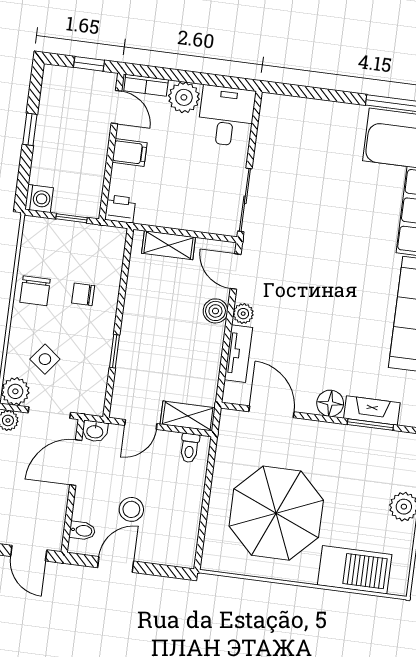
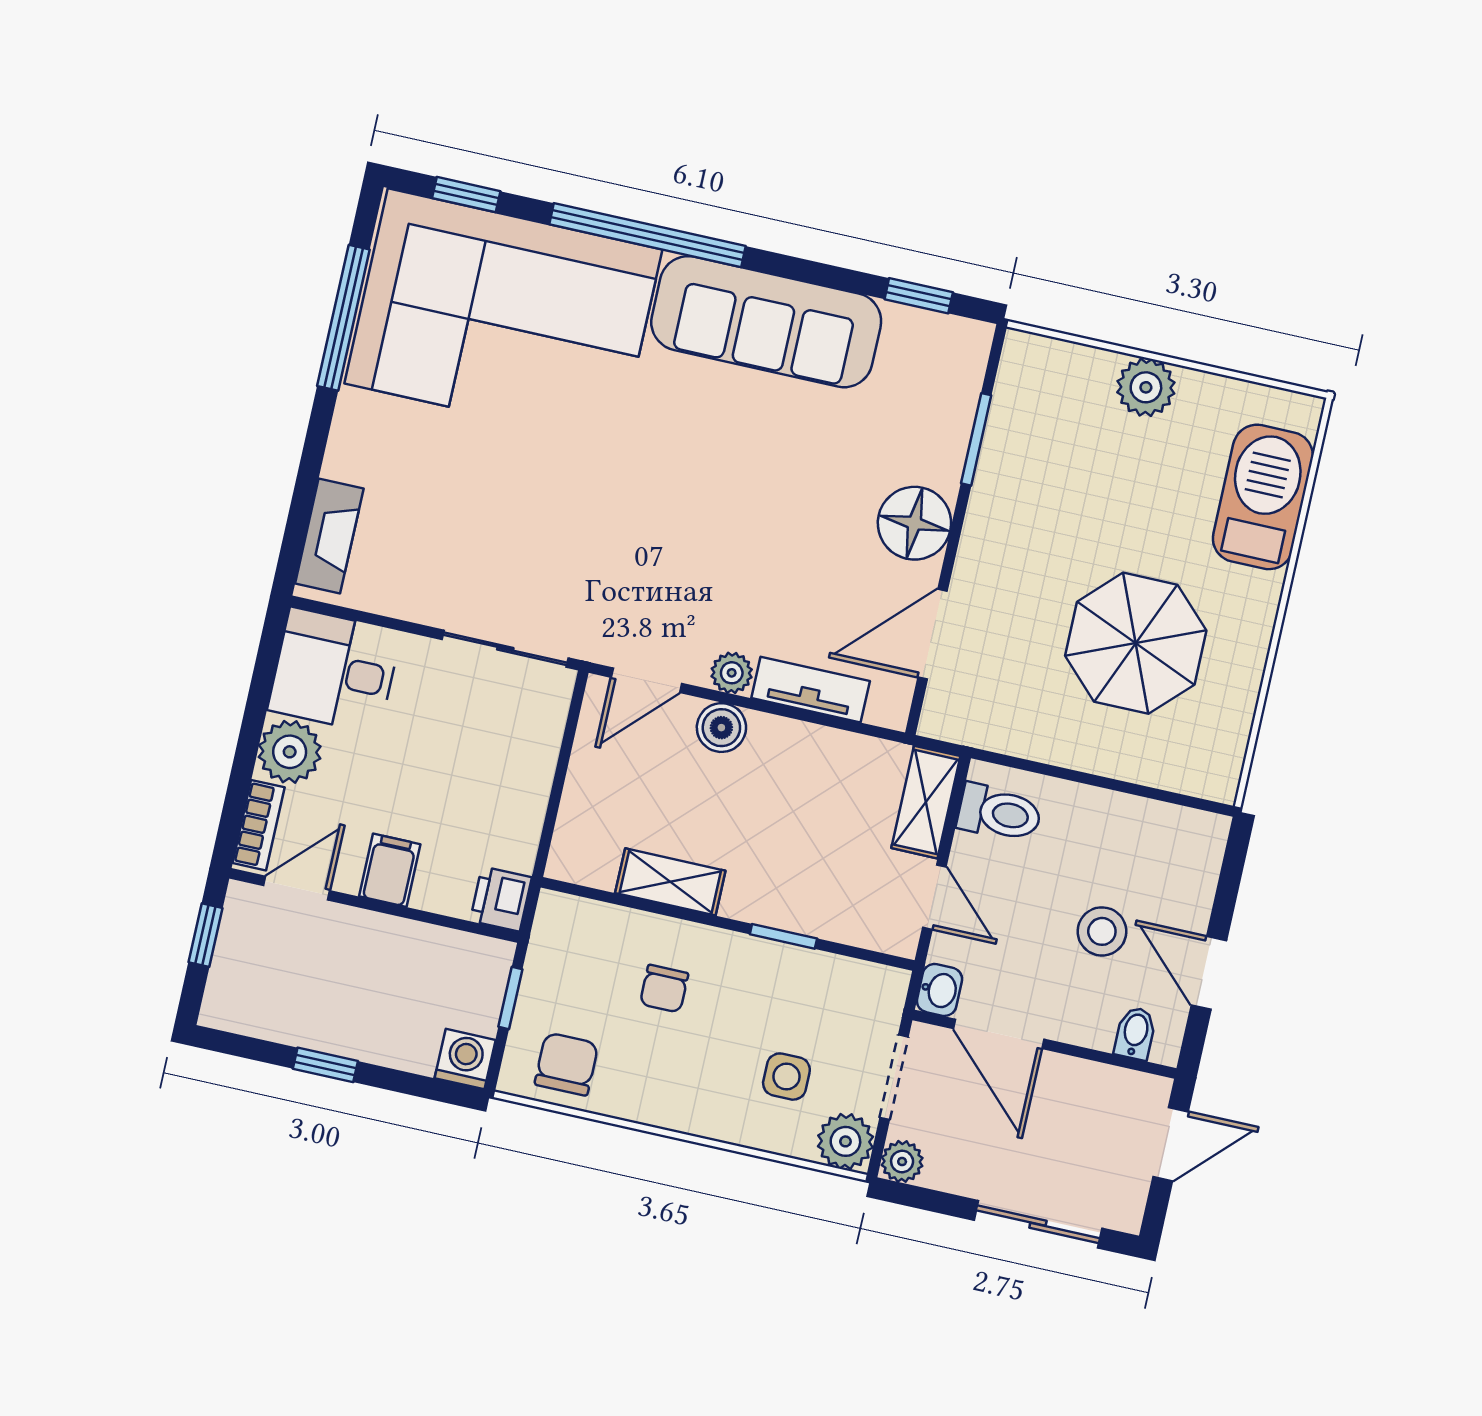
shelving: (169, 245) -> (670, 882), moved, turned 90
chair: (35, 291) -> (566, 1064), moved, turned -90
side table: (45, 359) -> (786, 1077), turned -38
floor lamp: (330, 403) -> (914, 523), width x1.38, depth x1.38
fireplace: (372, 410) -> (329, 536), moved, turned 180
toilet: (190, 448) -> (999, 813), width x1.37, depth x1.39
parasol: (276, 513) -> (1136, 643), width x0.73, depth x0.73

